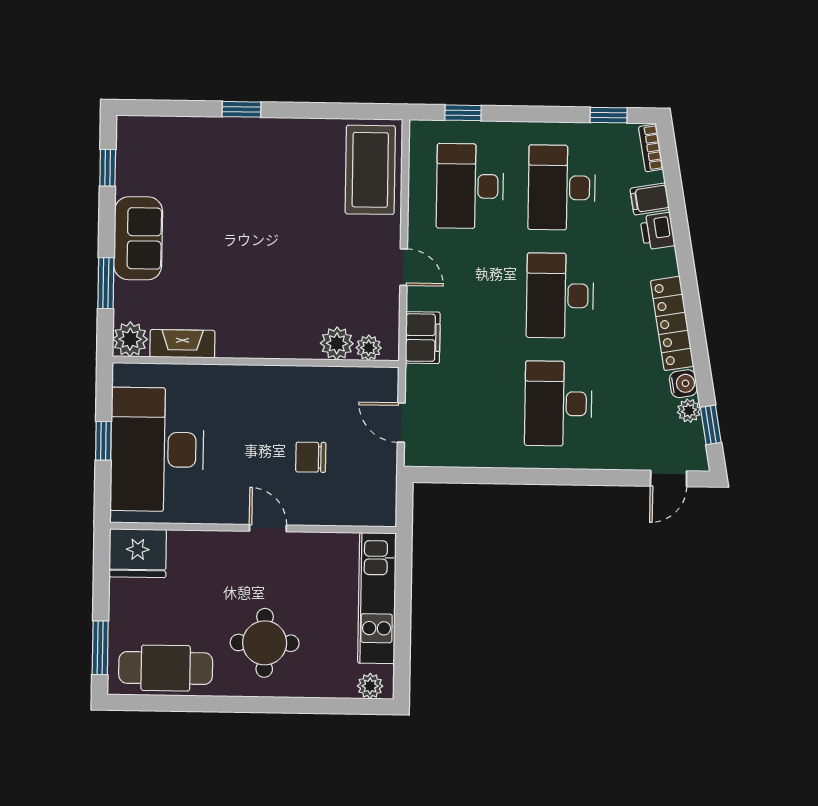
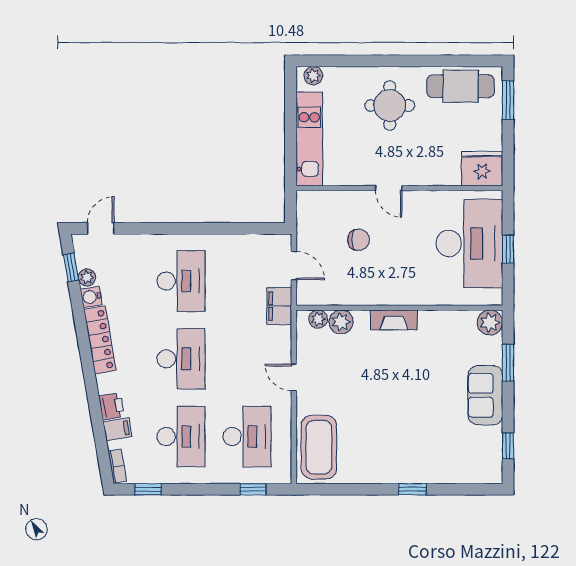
filing cabinet: (423, 338) -> (279, 306), moved
fireplace: (182, 344) -> (394, 320), moved

